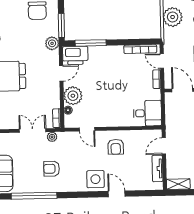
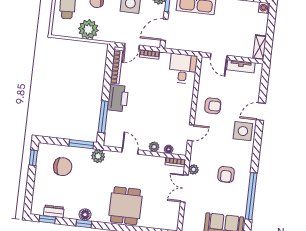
printer: (75, 55) -> (118, 98), moved
plant: (73, 96) -> (154, 147), width x0.53, depth x0.53

